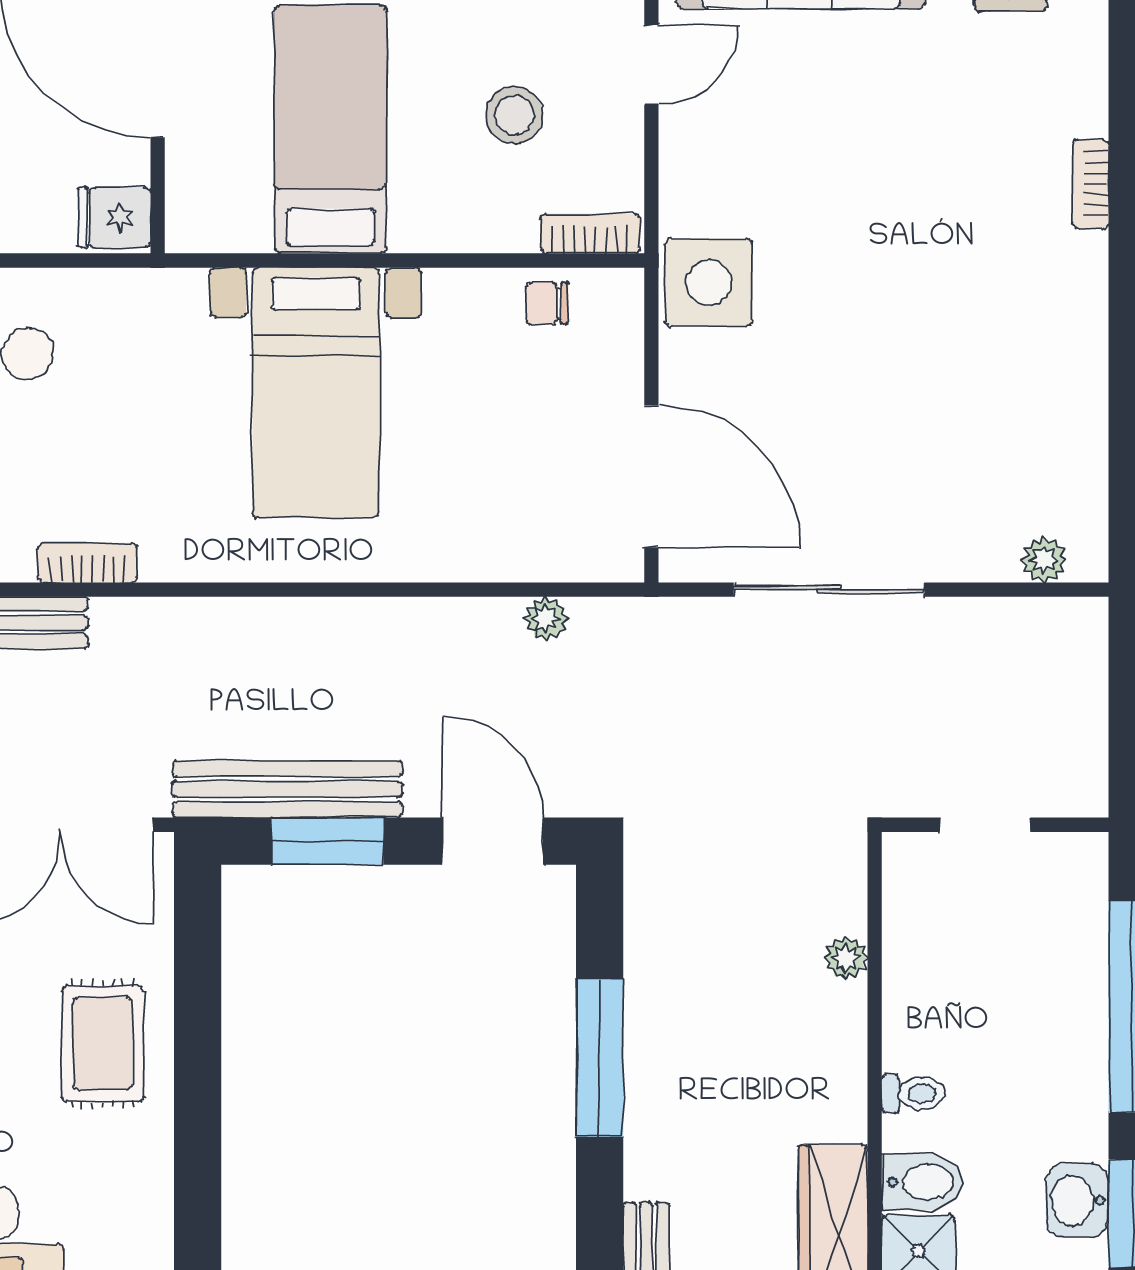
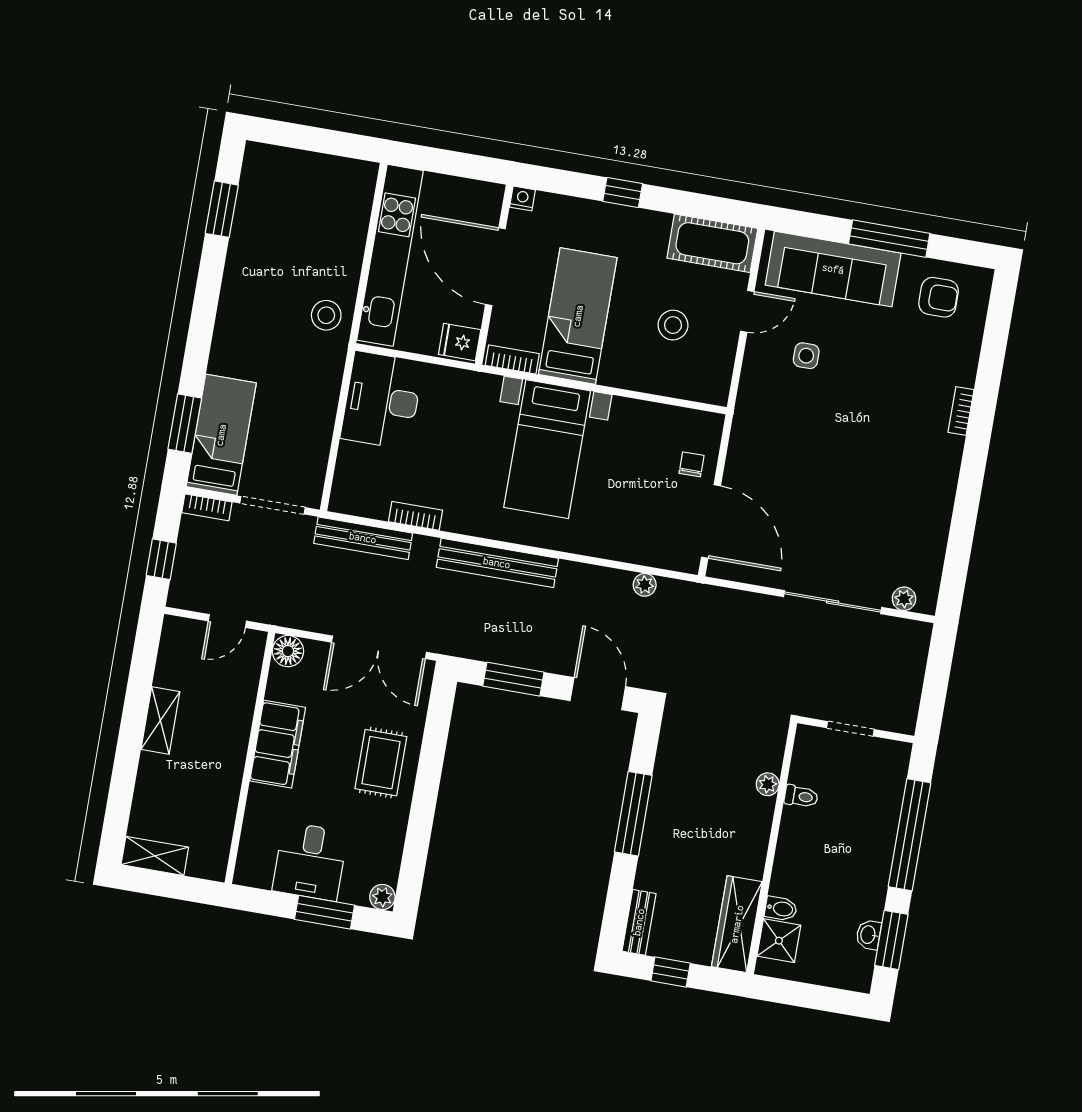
bookcase: (590, 234) -> (512, 360), moved
side table: (709, 283) -> (806, 356), moved, width x0.54, depth x0.54
chair: (547, 303) -> (692, 464), moved, turned 90
sliding door: (829, 590) -> (833, 602), moved
bench: (287, 789) -> (497, 563), moved
toilet: (913, 1093) -> (801, 796), moved
bidet: (922, 1182) -> (781, 909), width x0.72, depth x0.74
washbasin: (1077, 1200) -> (869, 935), width x0.72, depth x0.69

